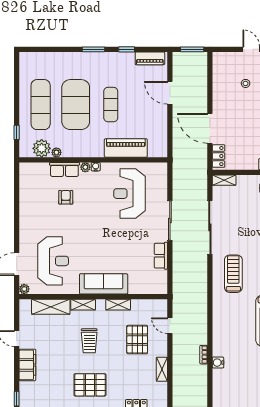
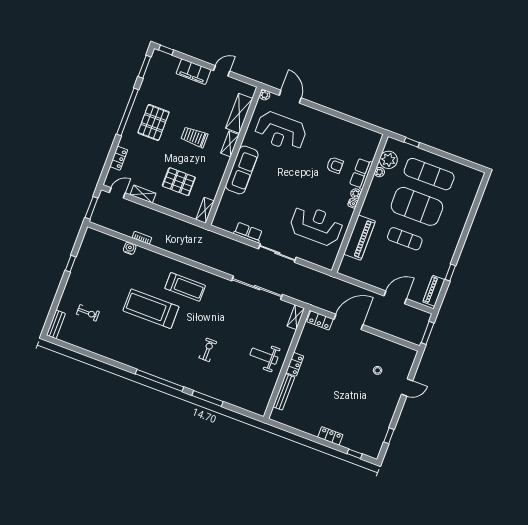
window: (93, 49) -> (462, 242), removed
treadmill: (233, 274) -> (185, 287), moved
shelving: (118, 305) -> (205, 210), moved
door: (170, 326) -> (117, 193), moved

